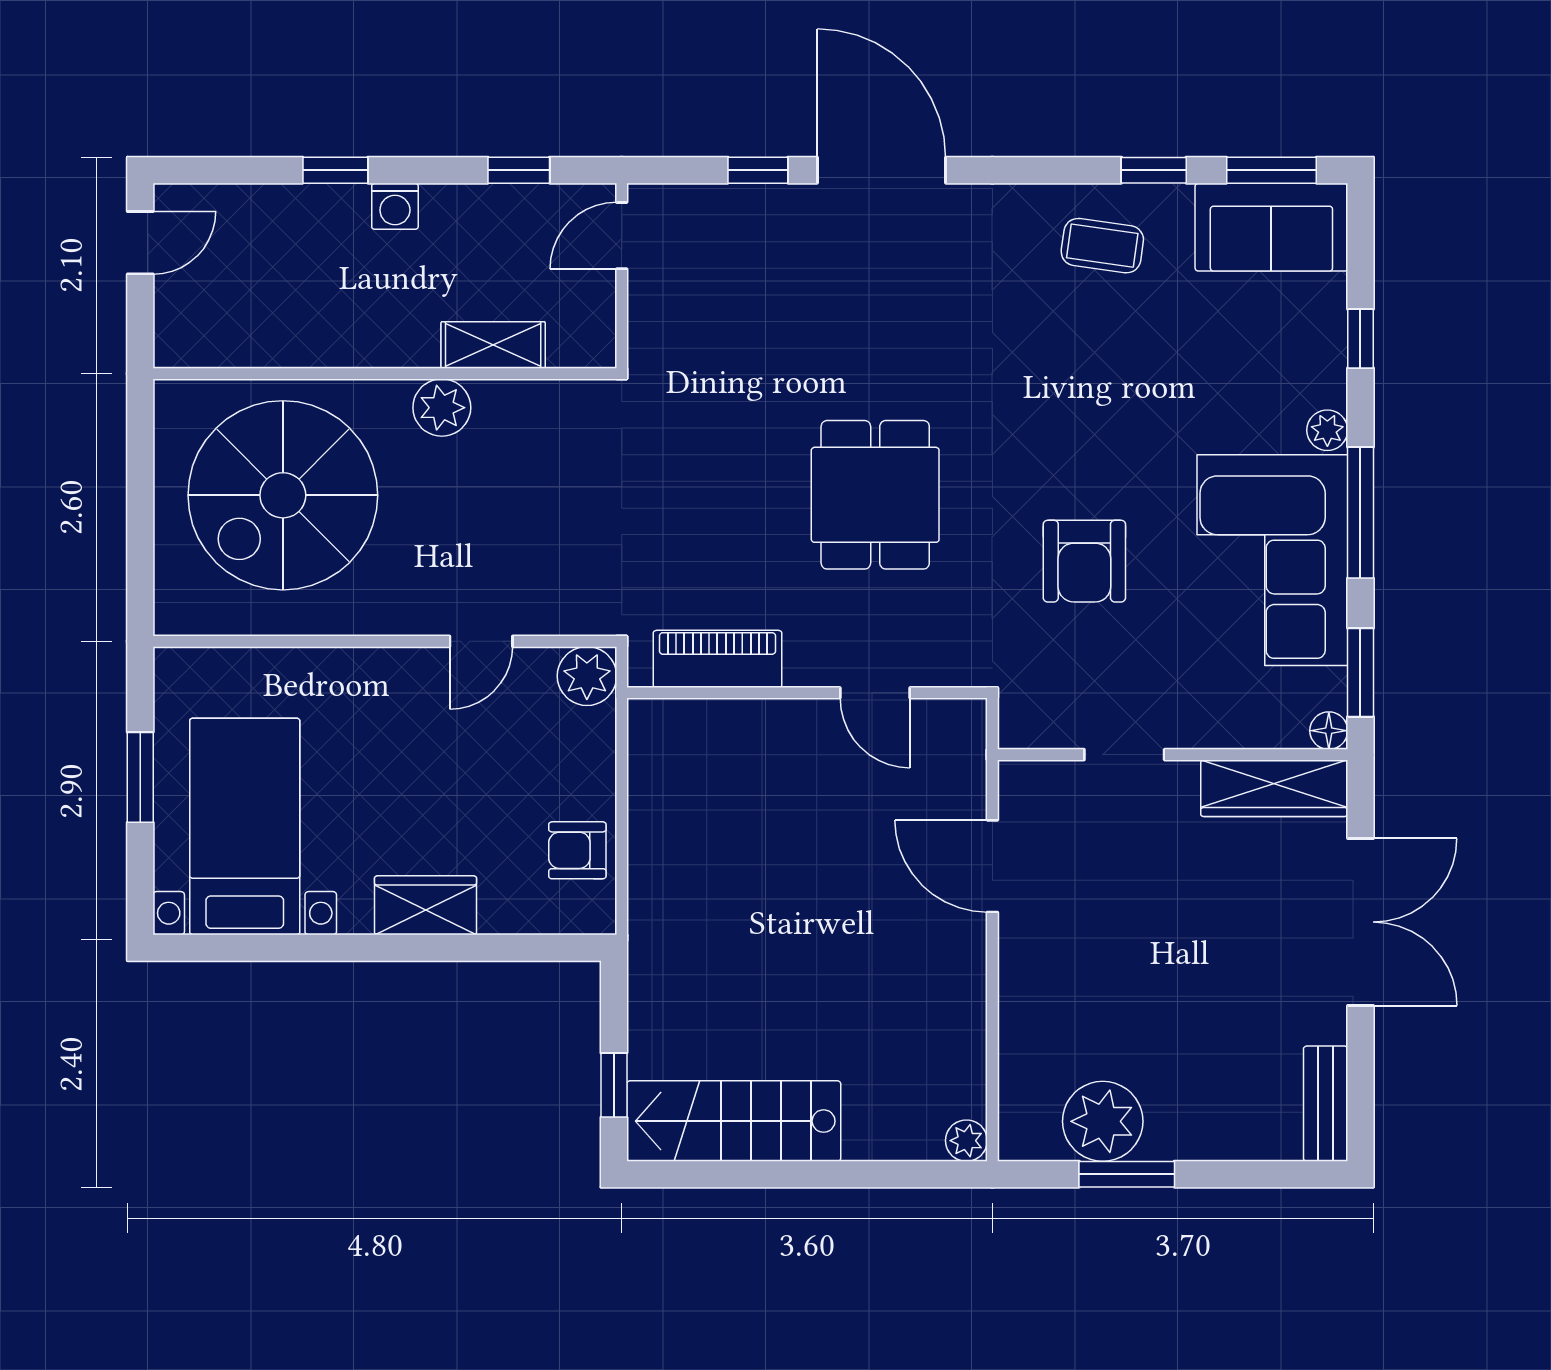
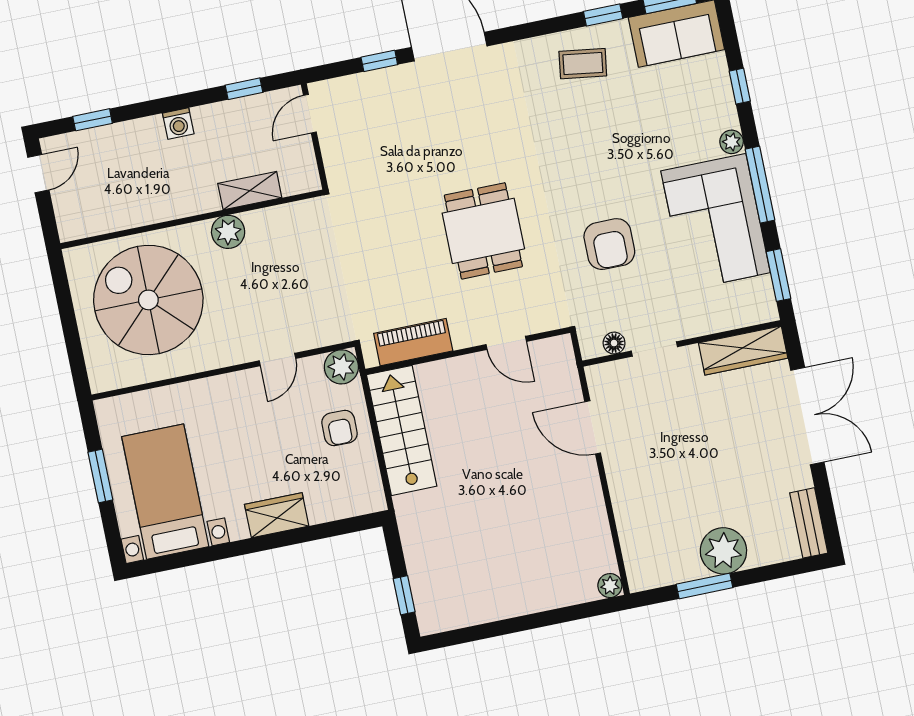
window: (335, 170) -> (93, 120), moved
spiral stairs: (283, 495) -> (148, 300), turned 90
floor lamp: (1329, 731) -> (614, 343), moved
armchair: (577, 850) -> (339, 428), moved, turned -90
stairs: (734, 1121) -> (402, 430), moved, turned 90
plant: (1103, 1121) -> (723, 551), moved

